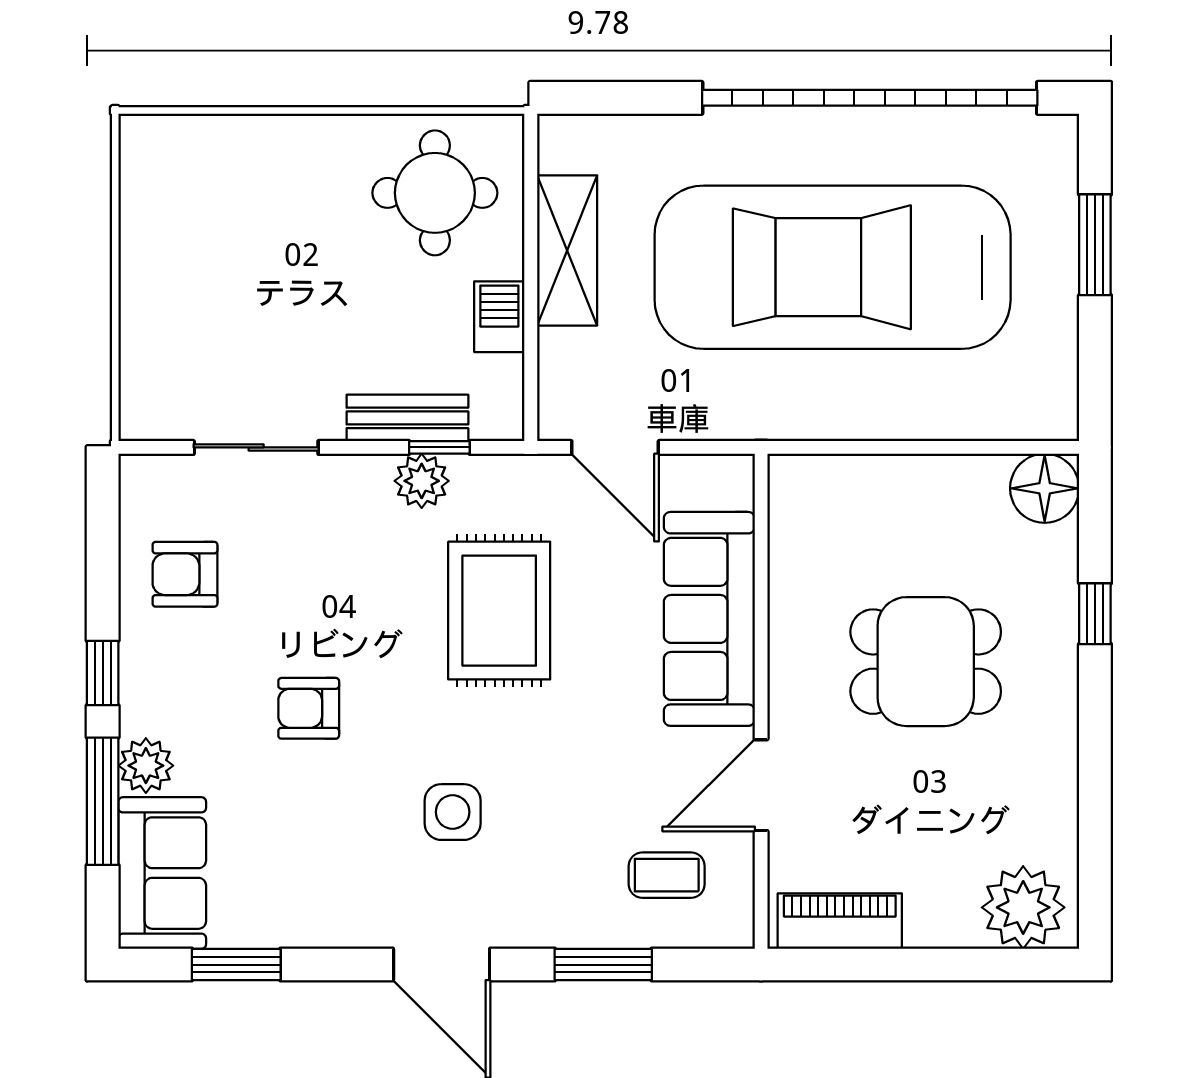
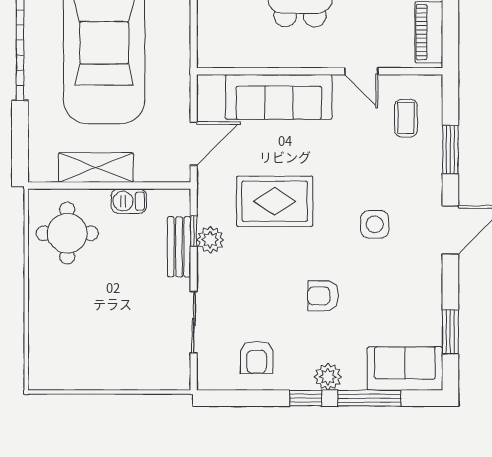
armchair: (309, 708) -> (323, 296), turned 90
plant: (146, 766) -> (328, 377), moved
door: (761, 785) -> (361, 71), width x0.73

